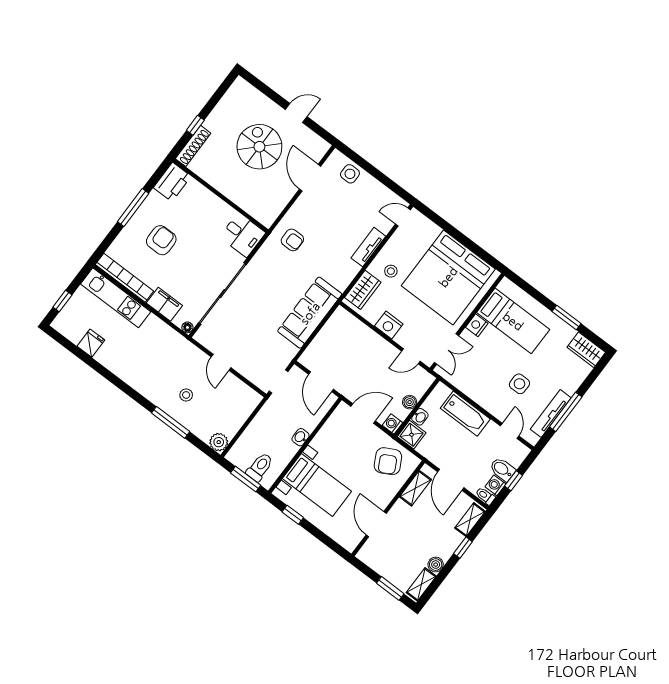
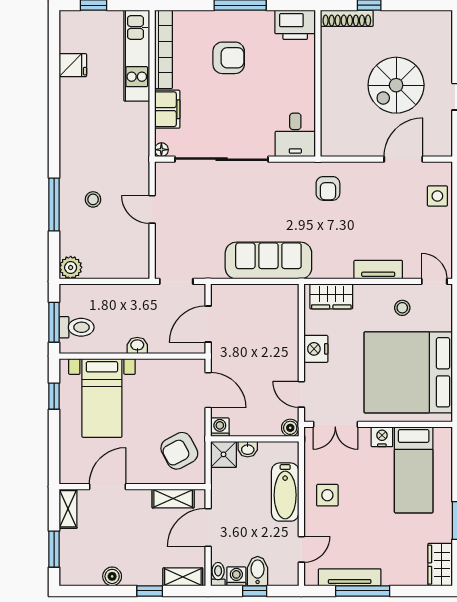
spiral stairs: (259, 147) -> (396, 85), turned 180
stool: (391, 271) -> (402, 308), moved
door: (221, 362) -> (152, 209), hinge flipped
side table: (519, 384) -> (327, 495), moved
boiler: (410, 402) -> (290, 428), moved
shelving: (421, 584) -> (68, 509), moved, turned 90

